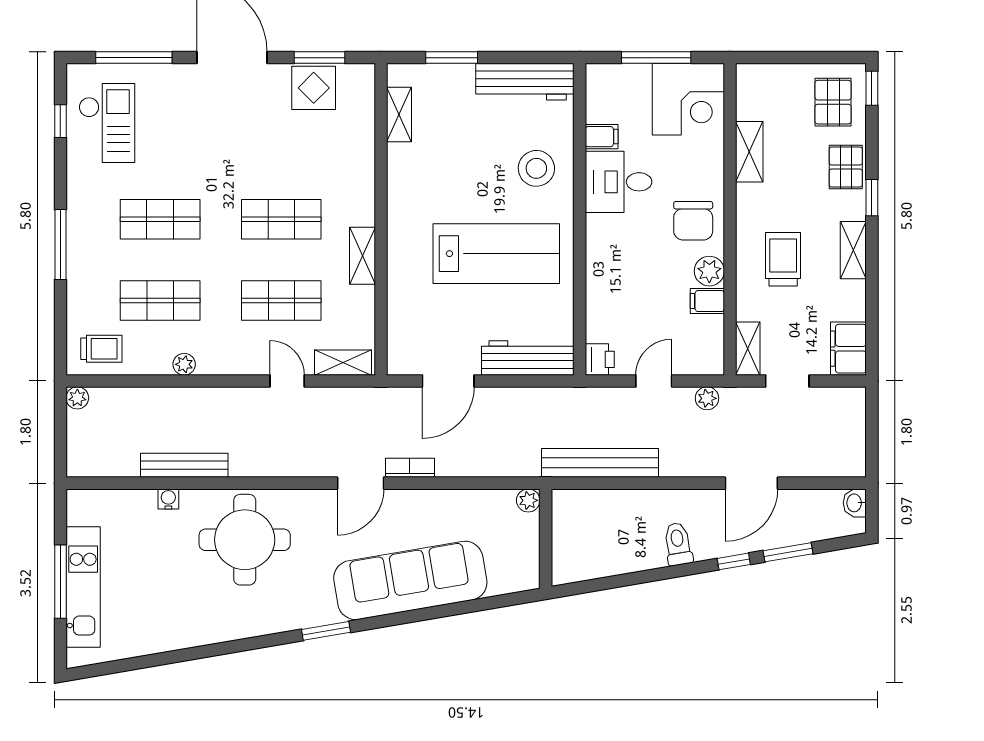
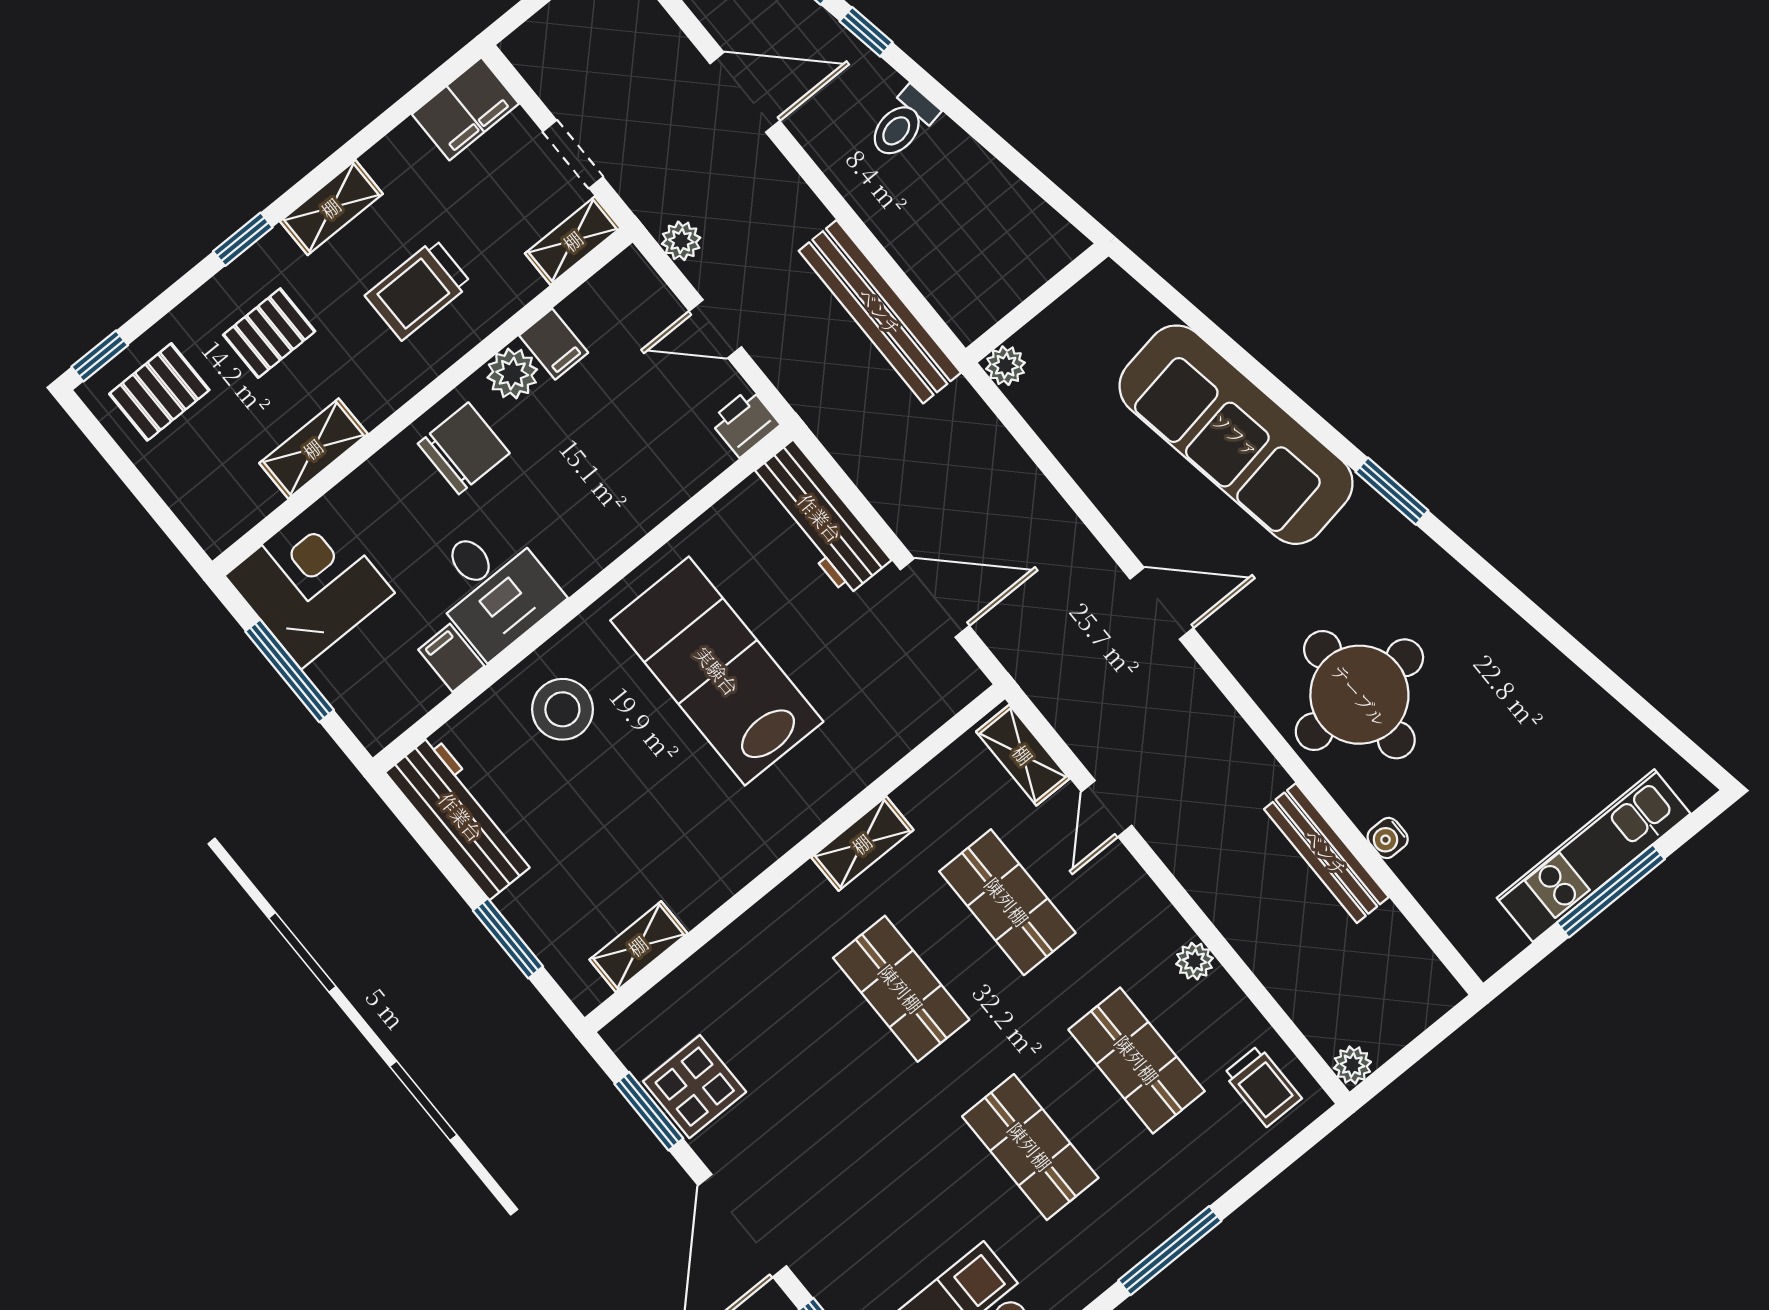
pallet: (846, 167) -> (269, 333), moved
trolley: (101, 349) -> (1263, 1086), turned 180
bookcase: (410, 468) -> (1089, 555), removed

